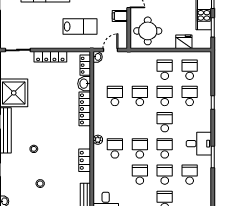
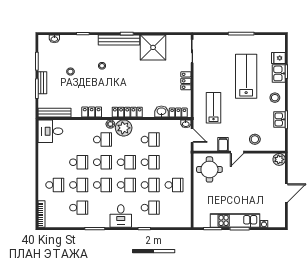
lab bench: (80, 26) -> (213, 108), turned 180
fridge: (184, 42) -> (200, 202), removed
locker: (50, 57) -> (186, 81), width x0.66
school desk: (190, 70) -> (126, 162), moved
locker: (85, 109) -> (127, 112), moved
plant: (102, 125) -> (124, 128), added
desk: (199, 144) -> (121, 216), moved

